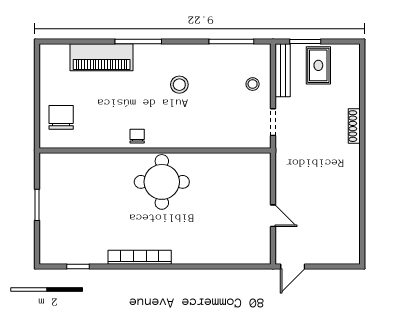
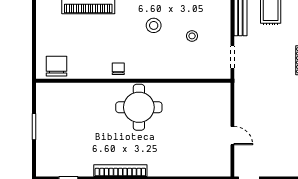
stool: (253, 84) -> (192, 36), moved
chair: (61, 117) -> (56, 66), moved

